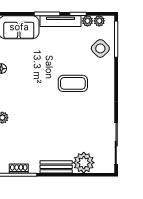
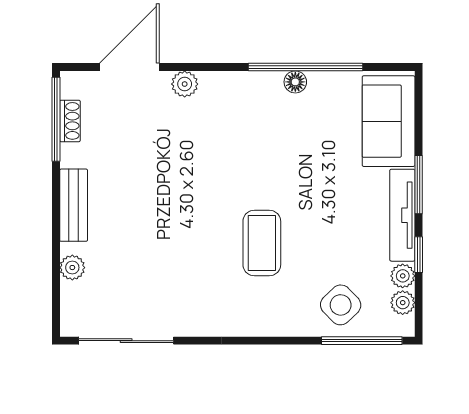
plant: (84, 163) -> (72, 268), width x0.53, depth x0.53

